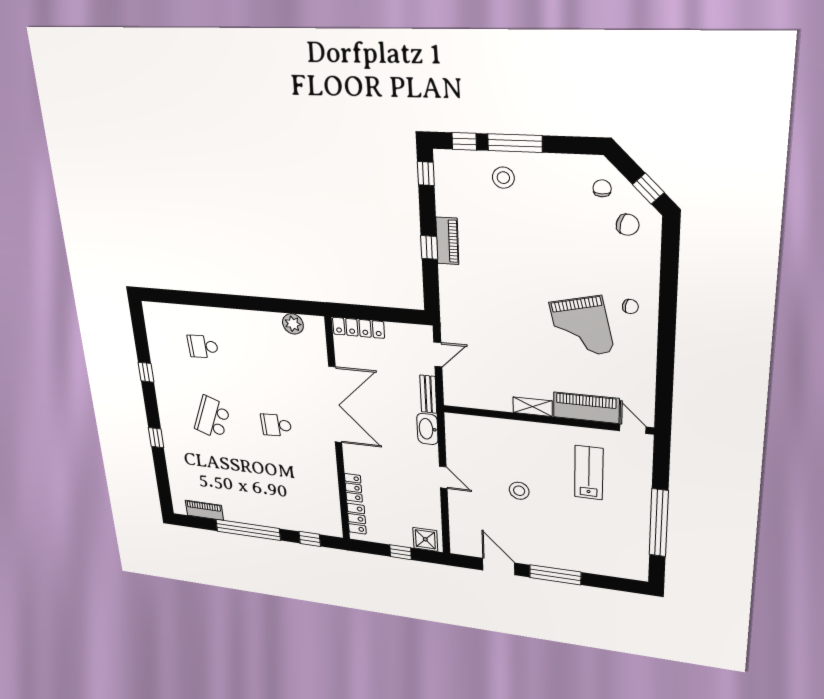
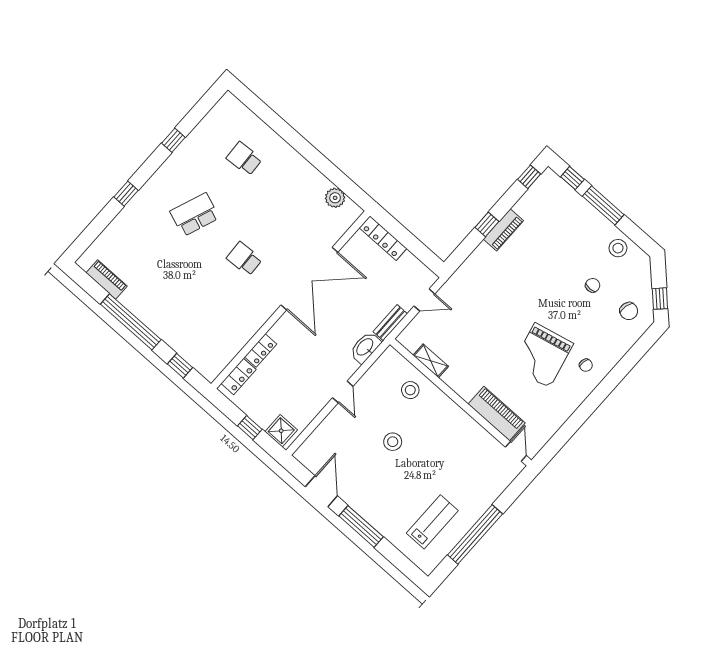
stool: (503, 178) -> (618, 248), moved
chair: (602, 188) -> (593, 285), moved
shelving: (533, 407) -> (431, 361), moved
stool: (495, 439) -> (410, 390), added
lab bench: (589, 473) -> (432, 522), moved

